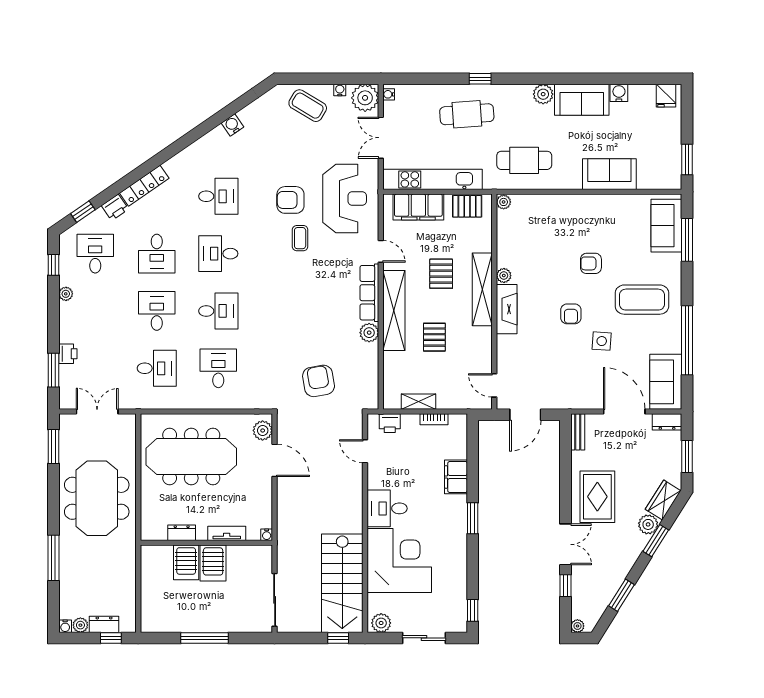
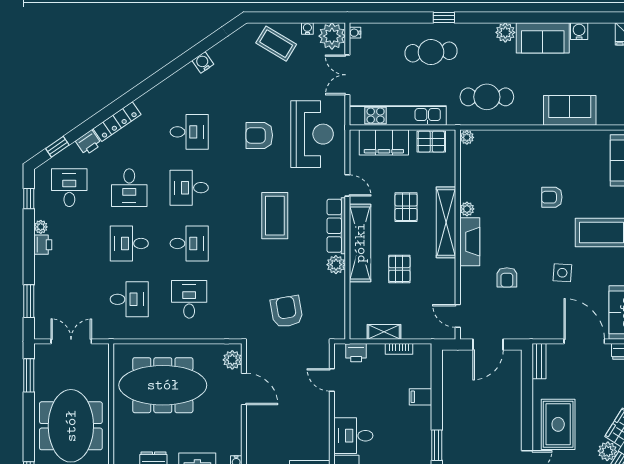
coffee table: (300, 238) -> (275, 216), moved, width x1.86, depth x1.72
desk: (157, 311) -> (129, 243), turned -90
armchair: (571, 314) -> (507, 277), moved
printer: (68, 354) -> (43, 245), moved
filing cabinet: (456, 477) -> (420, 397), width x0.50

